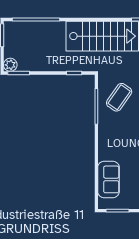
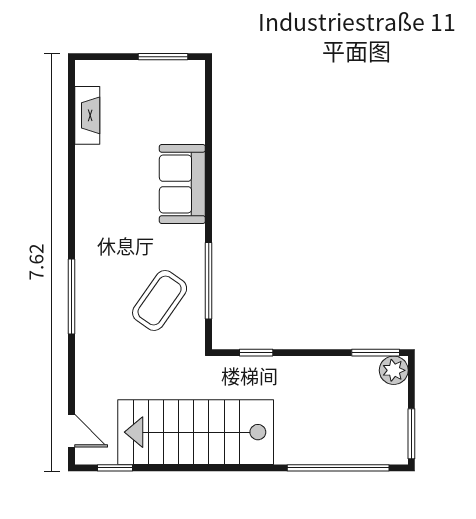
sofa: (108, 179) -> (182, 184), moved

